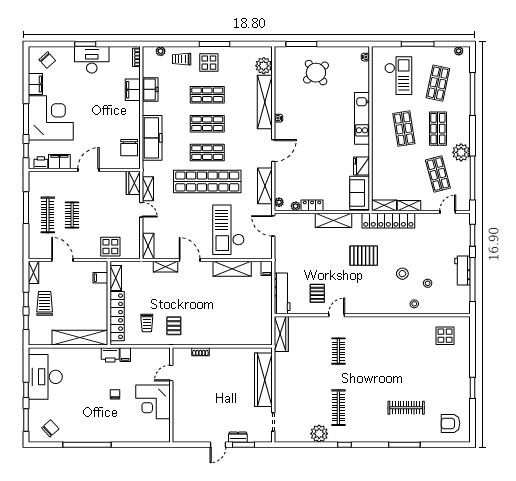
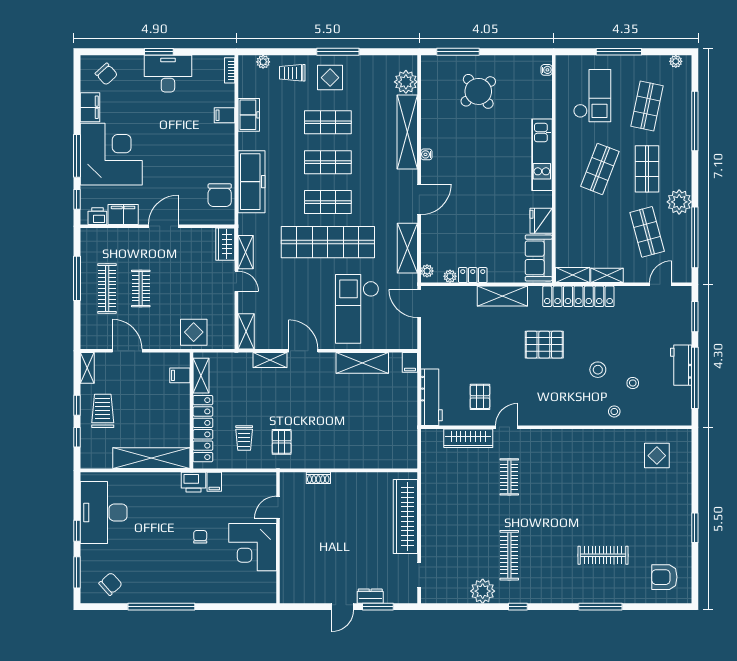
filing cabinet: (133, 90) -> (225, 115), width x0.50
shop shelf: (404, 129) -> (600, 169), turned 30
wardrobe: (281, 334) -> (468, 438), moved, turned 90

